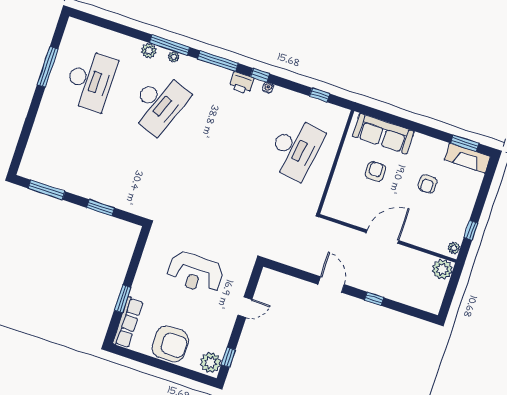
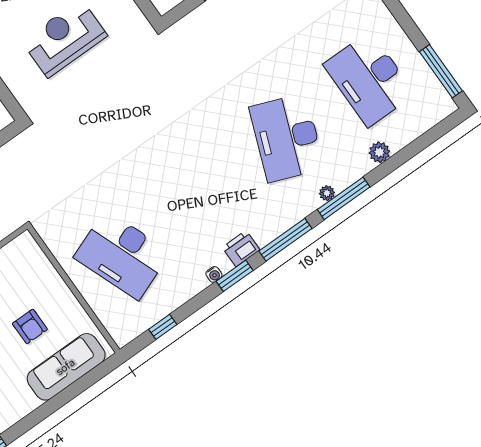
plant: (149, 51) -> (379, 152), moved
window: (48, 67) -> (441, 71), moved
window: (260, 75) -> (235, 276), width x1.50
desk: (295, 149) -> (122, 255), turned -30

